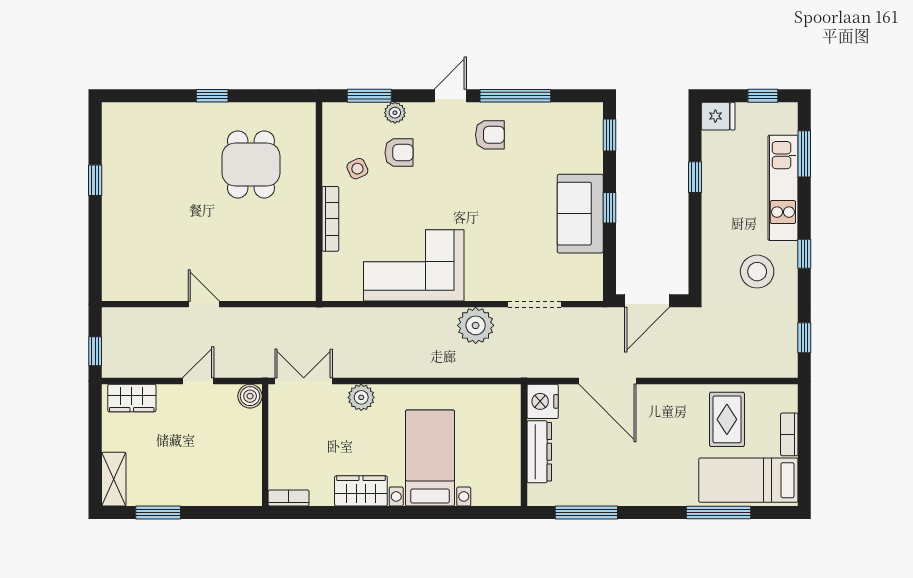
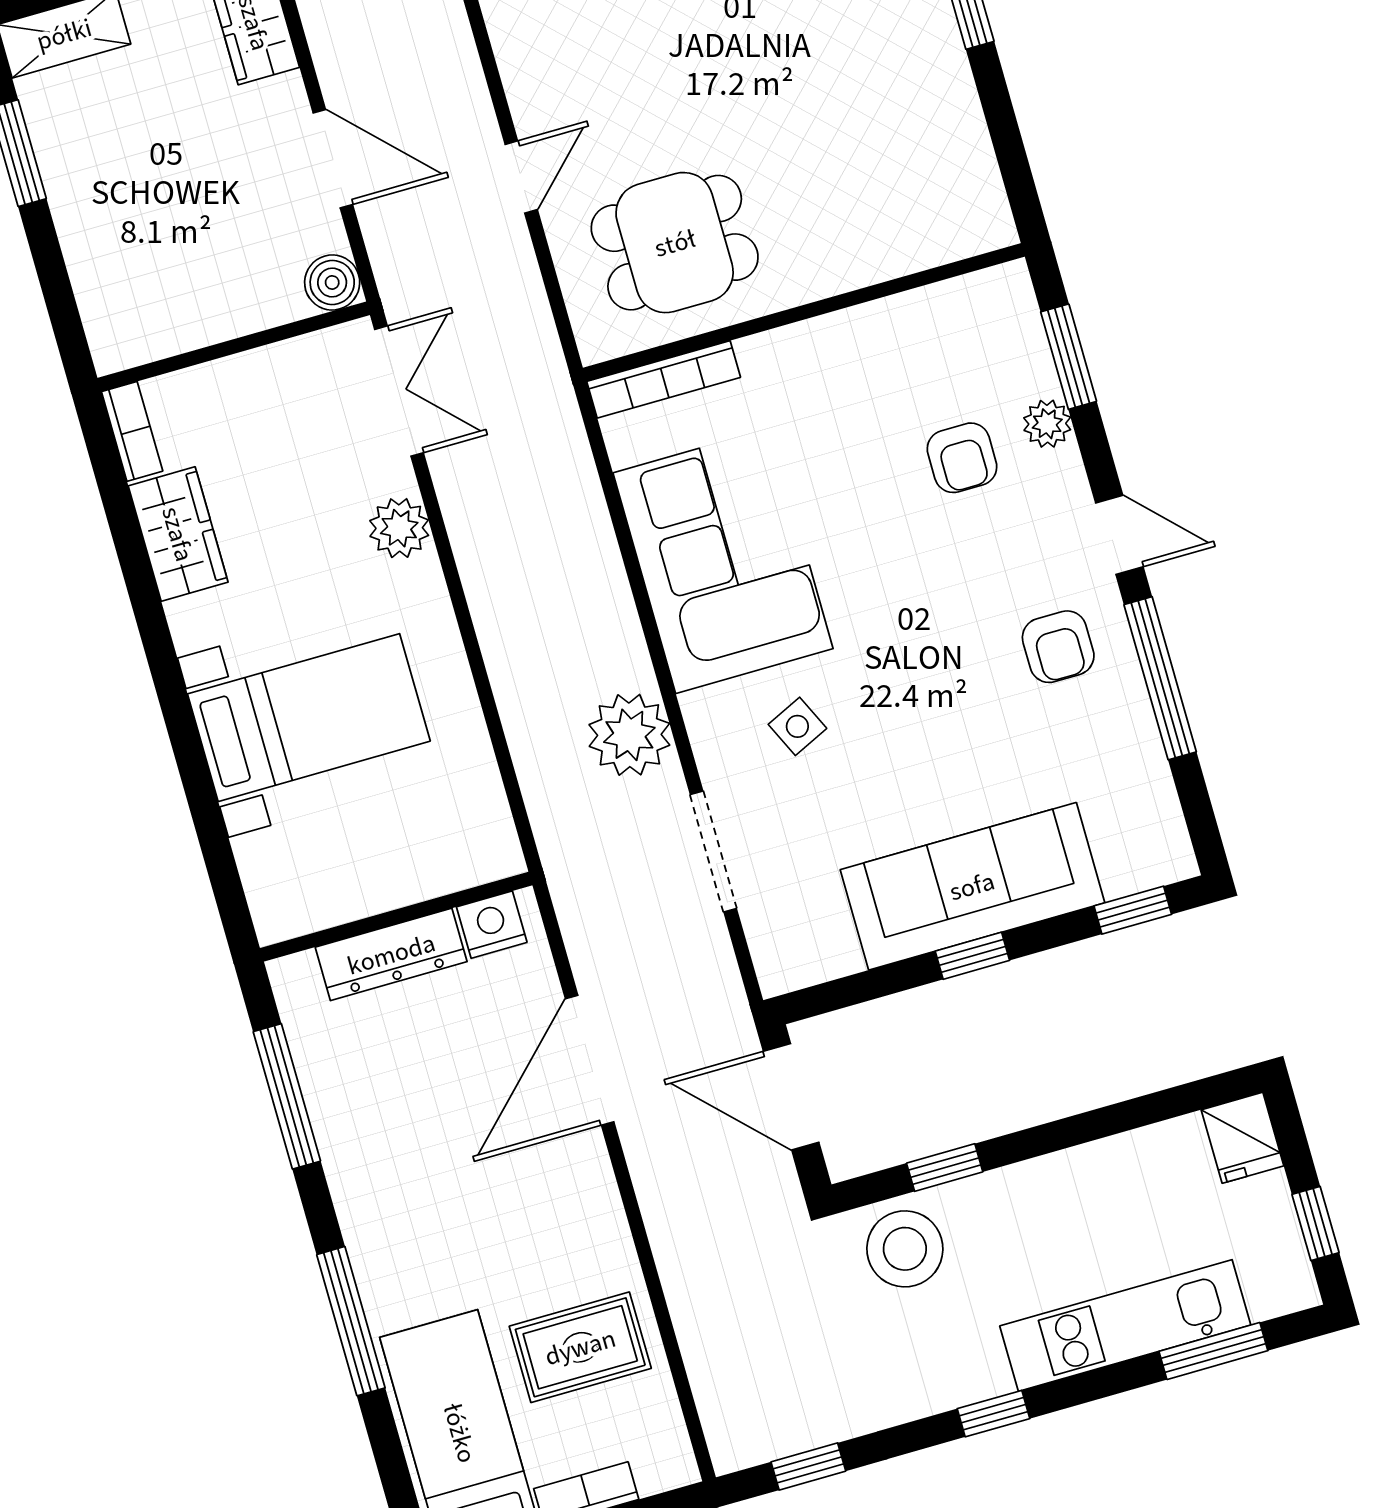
dining table: (251, 164) -> (675, 243), moved
side table: (357, 169) -> (797, 726), moved
window: (695, 177) -> (945, 1168), moved
sofa: (580, 214) -> (972, 886), width x1.36
bookcase: (330, 219) -> (664, 379), moved
stool: (757, 272) -> (905, 1249), moved
door: (204, 304) -> (521, 177), moved
door: (198, 381) -> (333, 159), width x1.38
nightstand: (543, 401) -> (492, 925), width x0.74, depth x0.75
wardrobe: (361, 491) -> (178, 534), moved
window: (718, 513) -> (351, 1321), moved

